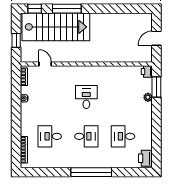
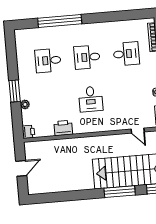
window: (156, 87) -> (15, 91), moved
desk: (123, 136) -> (48, 61), turned 180
printer: (145, 158) -> (63, 128), moved, turned -90
window: (91, 172) -> (60, 21), moved

